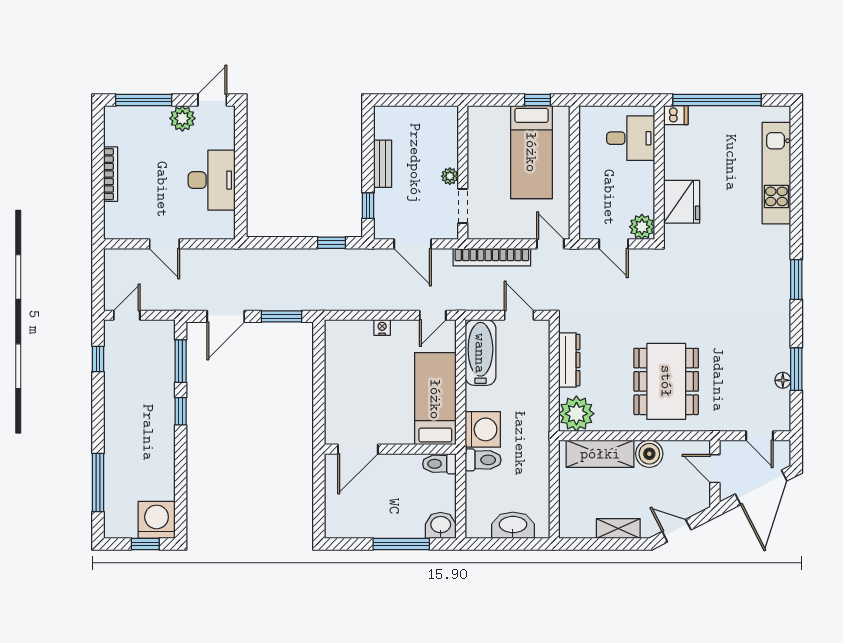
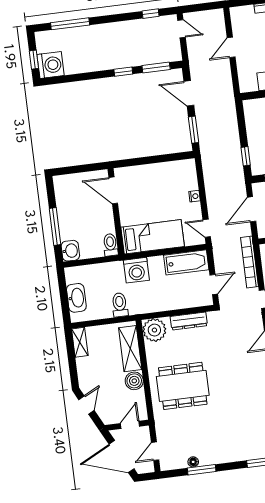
toilet: (483, 460) -> (120, 305), moved, turned 180
shelving: (618, 529) -> (80, 342), moved

